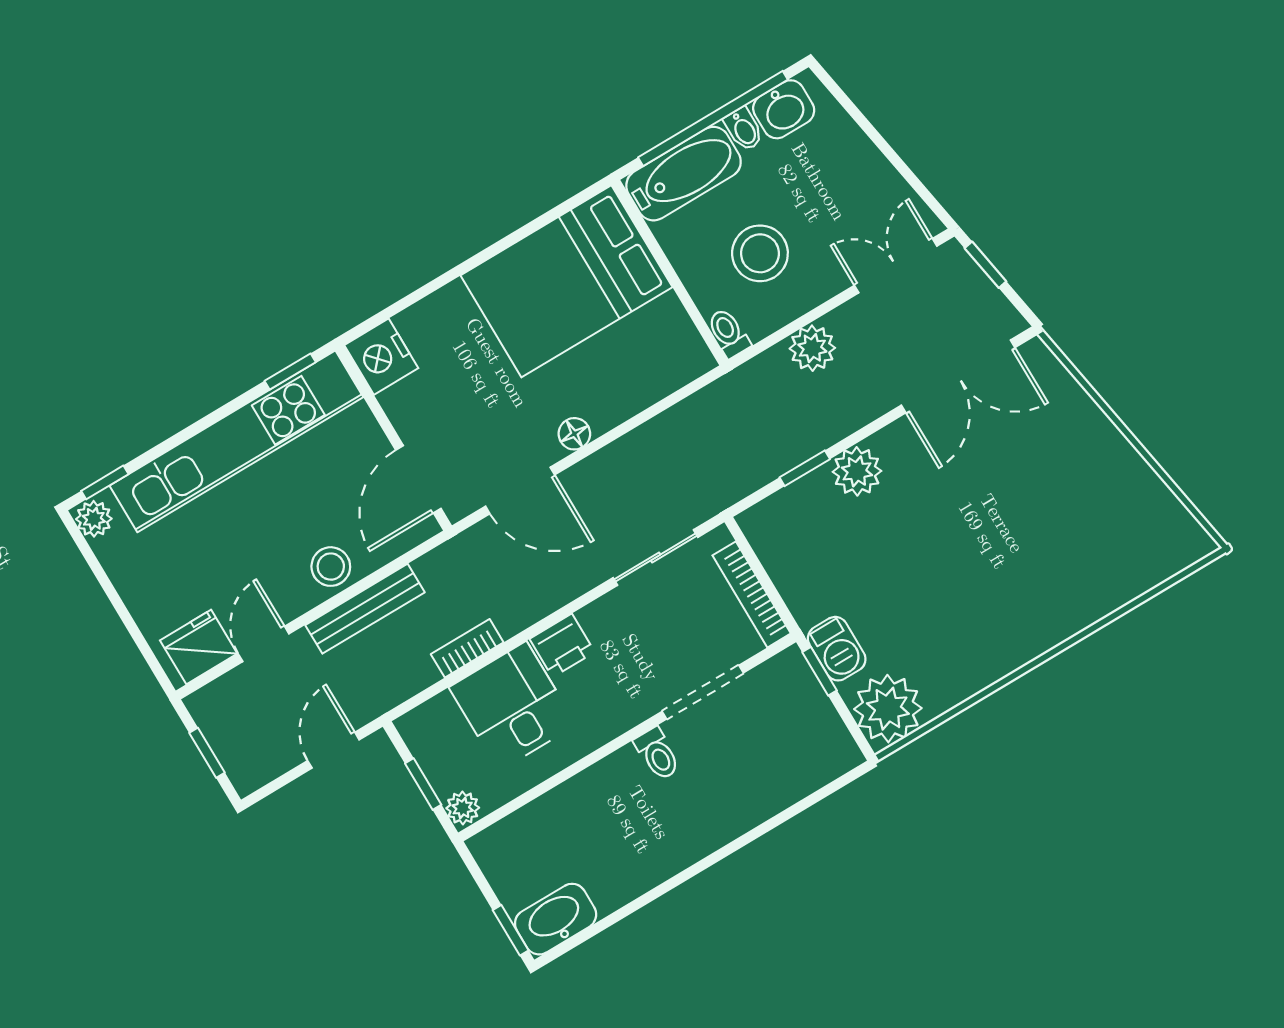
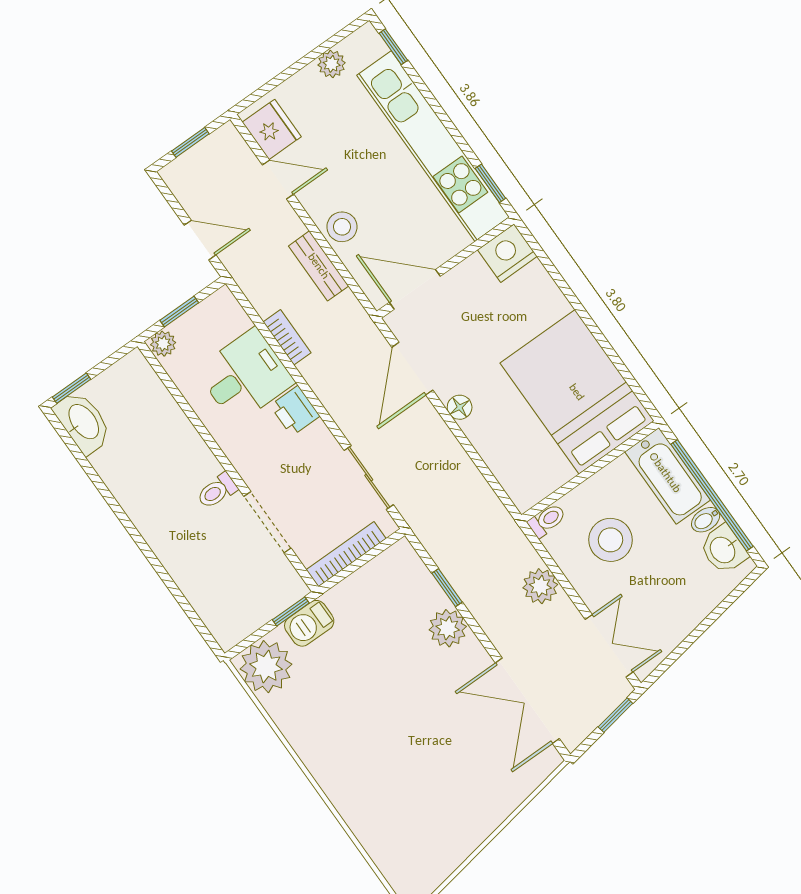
plant: (94, 519) -> (332, 64), moved
bench: (365, 609) -> (319, 266), width x0.73

